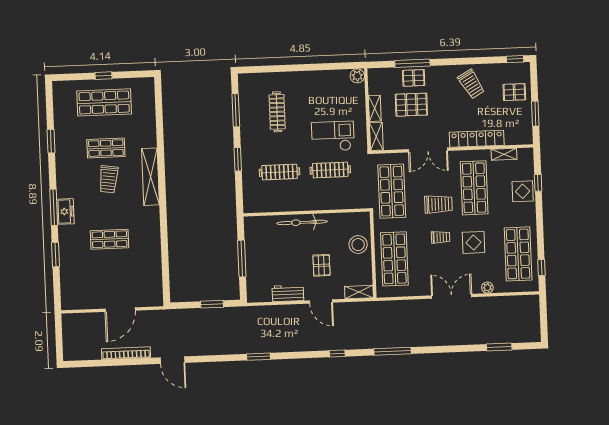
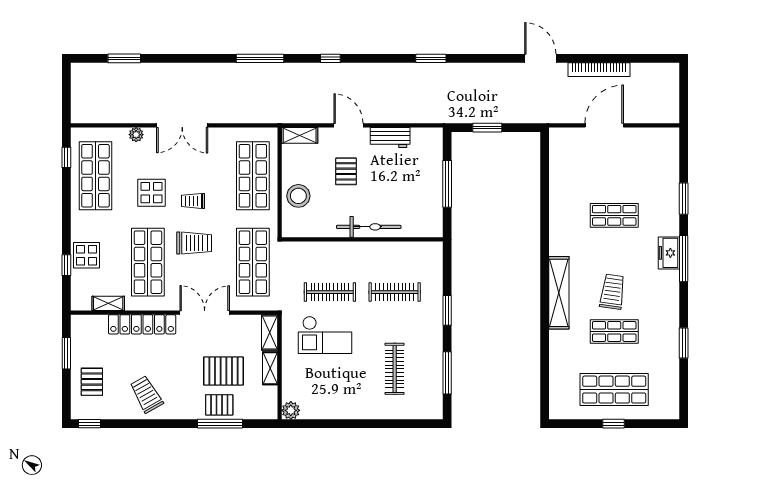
pallet: (514, 92) -> (92, 382), turned 90
trolley: (438, 204) -> (194, 243), turned 180

